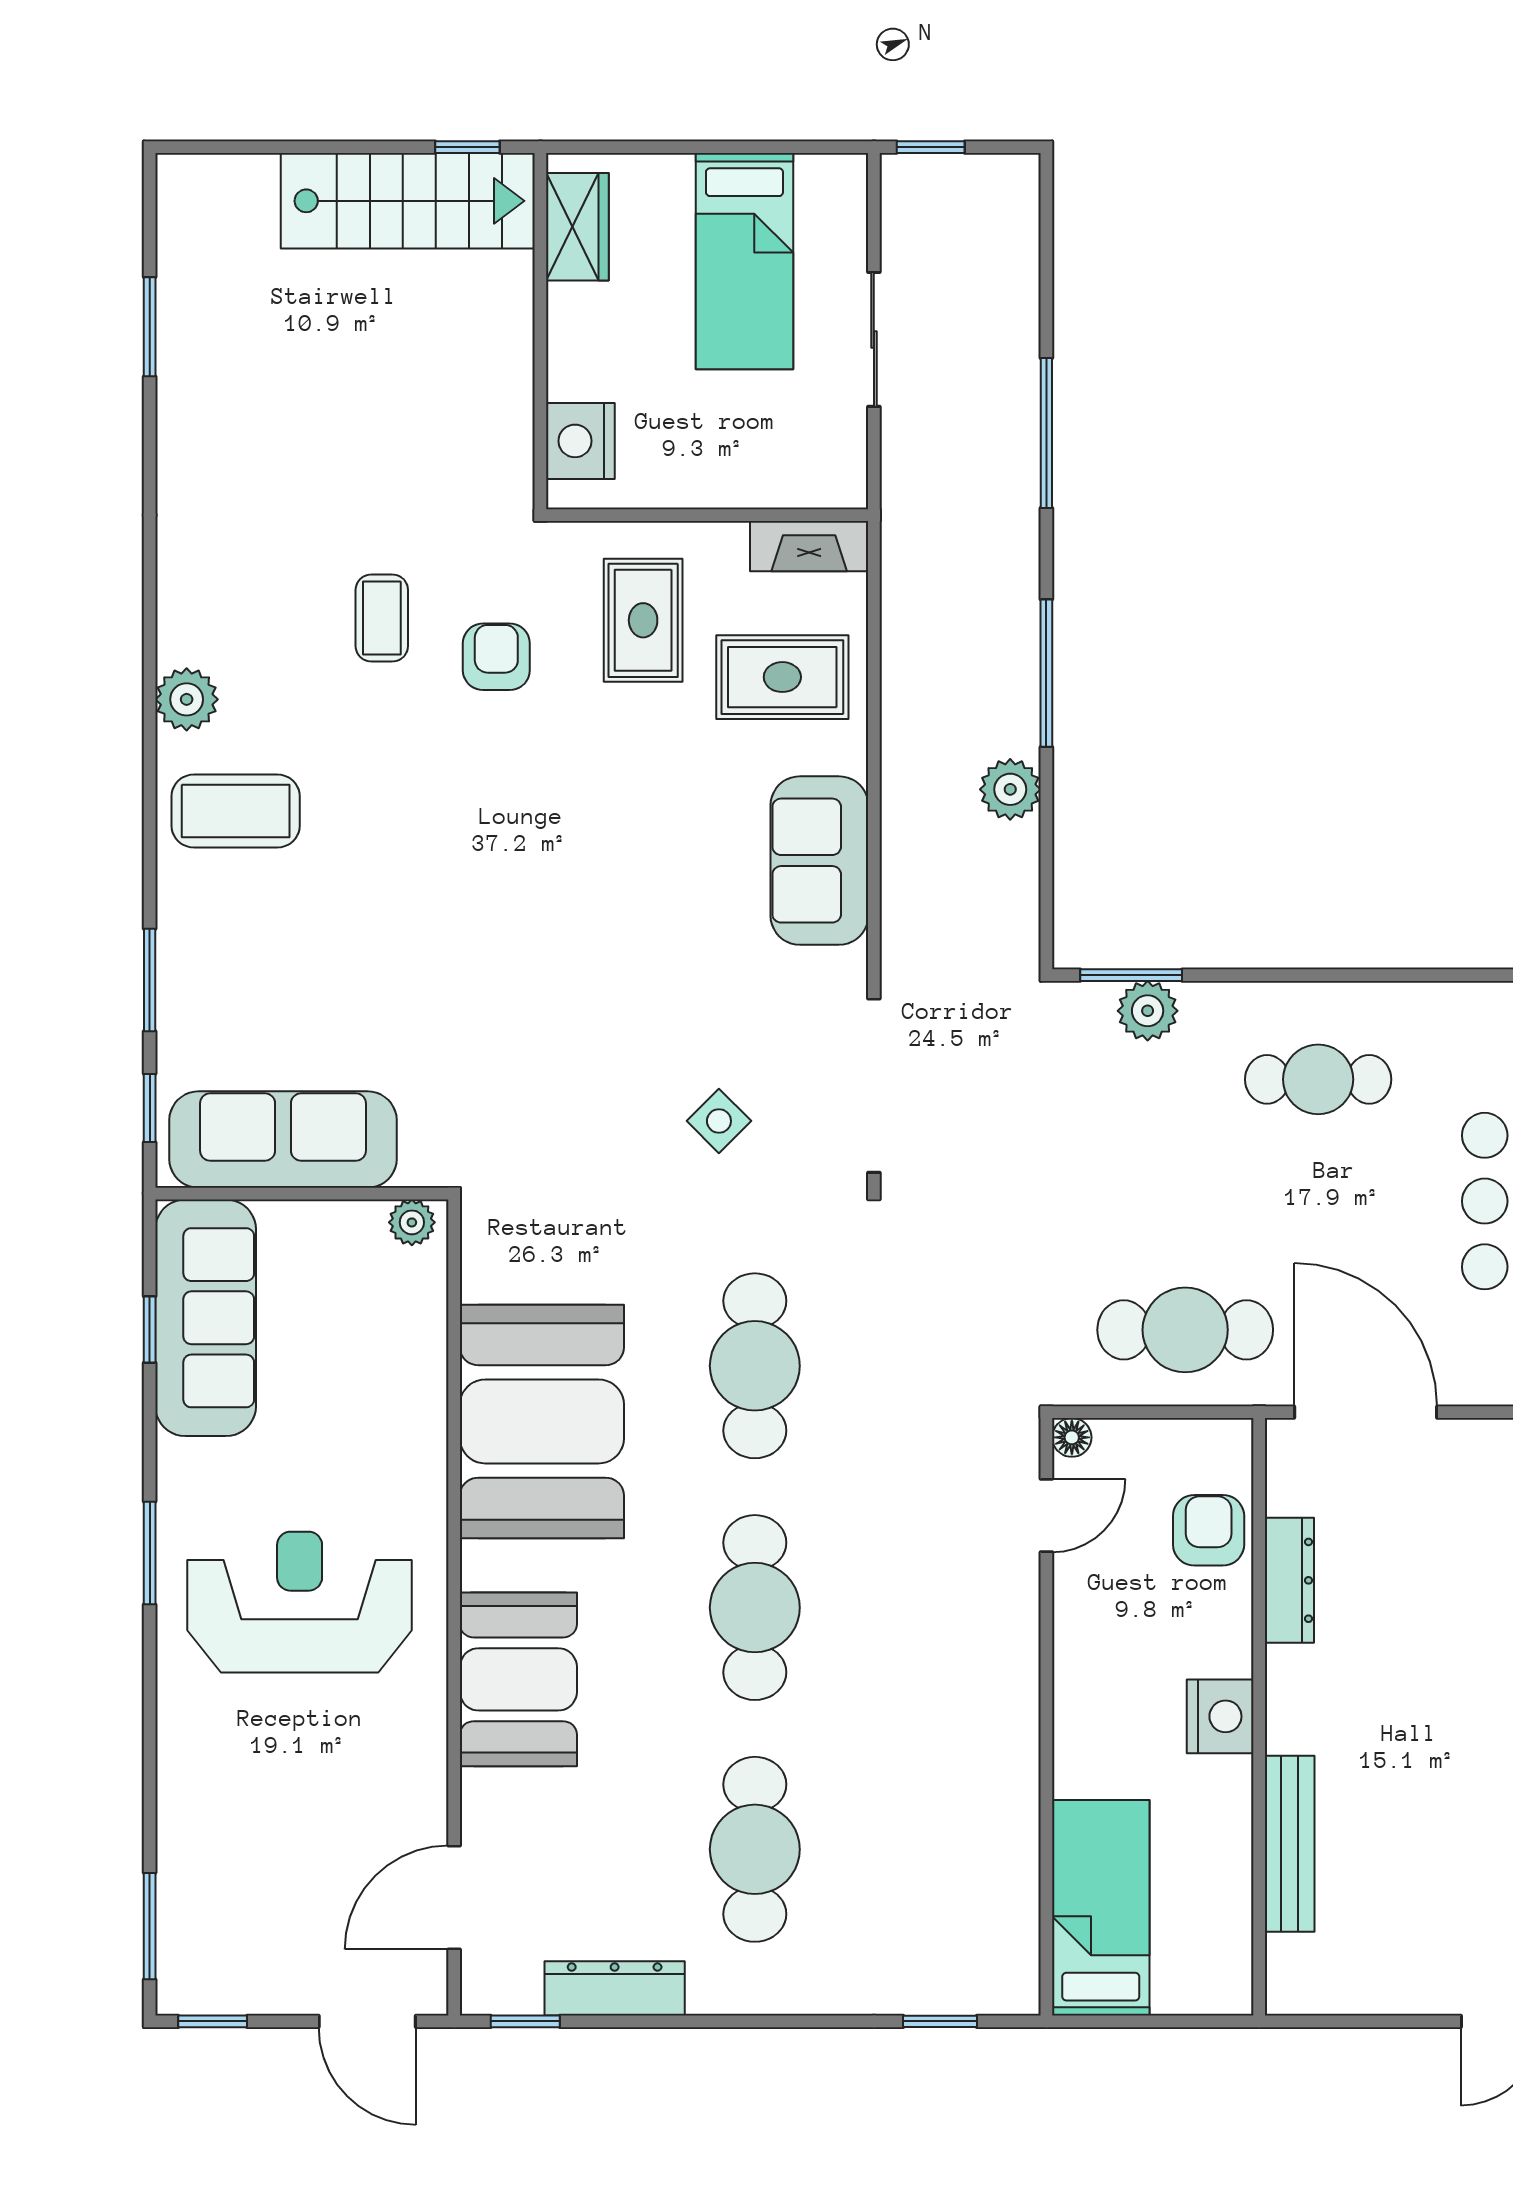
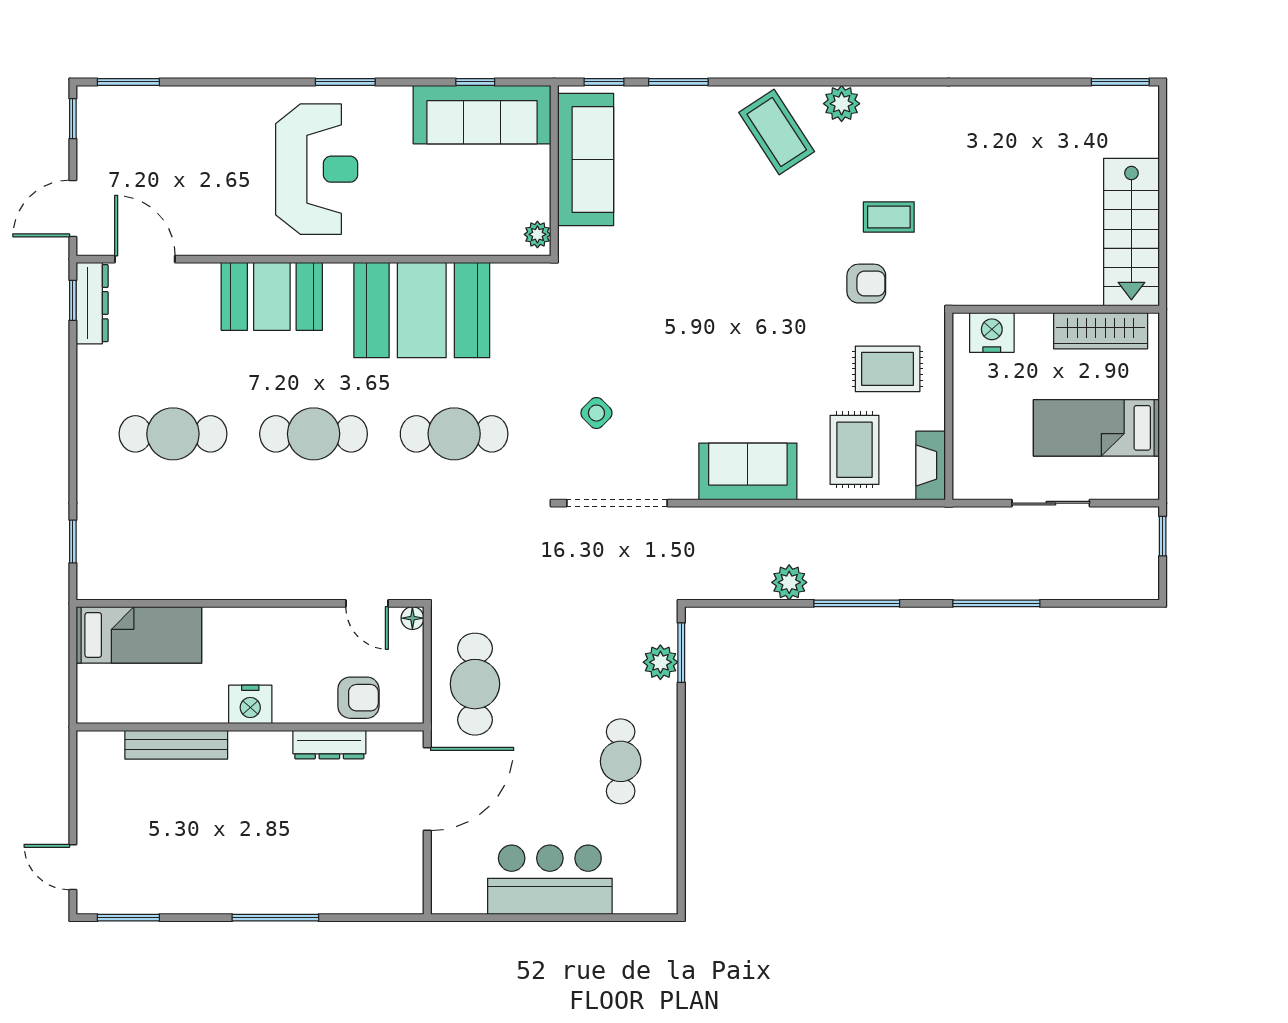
window: (467, 147) -> (1163, 267), removed
wardrobe: (577, 227) -> (1101, 331), width x1.50
window: (150, 327) -> (1120, 82), moved
coffee table: (236, 811) -> (777, 132), turned -33
dresser: (615, 1988) -> (92, 303), moved

